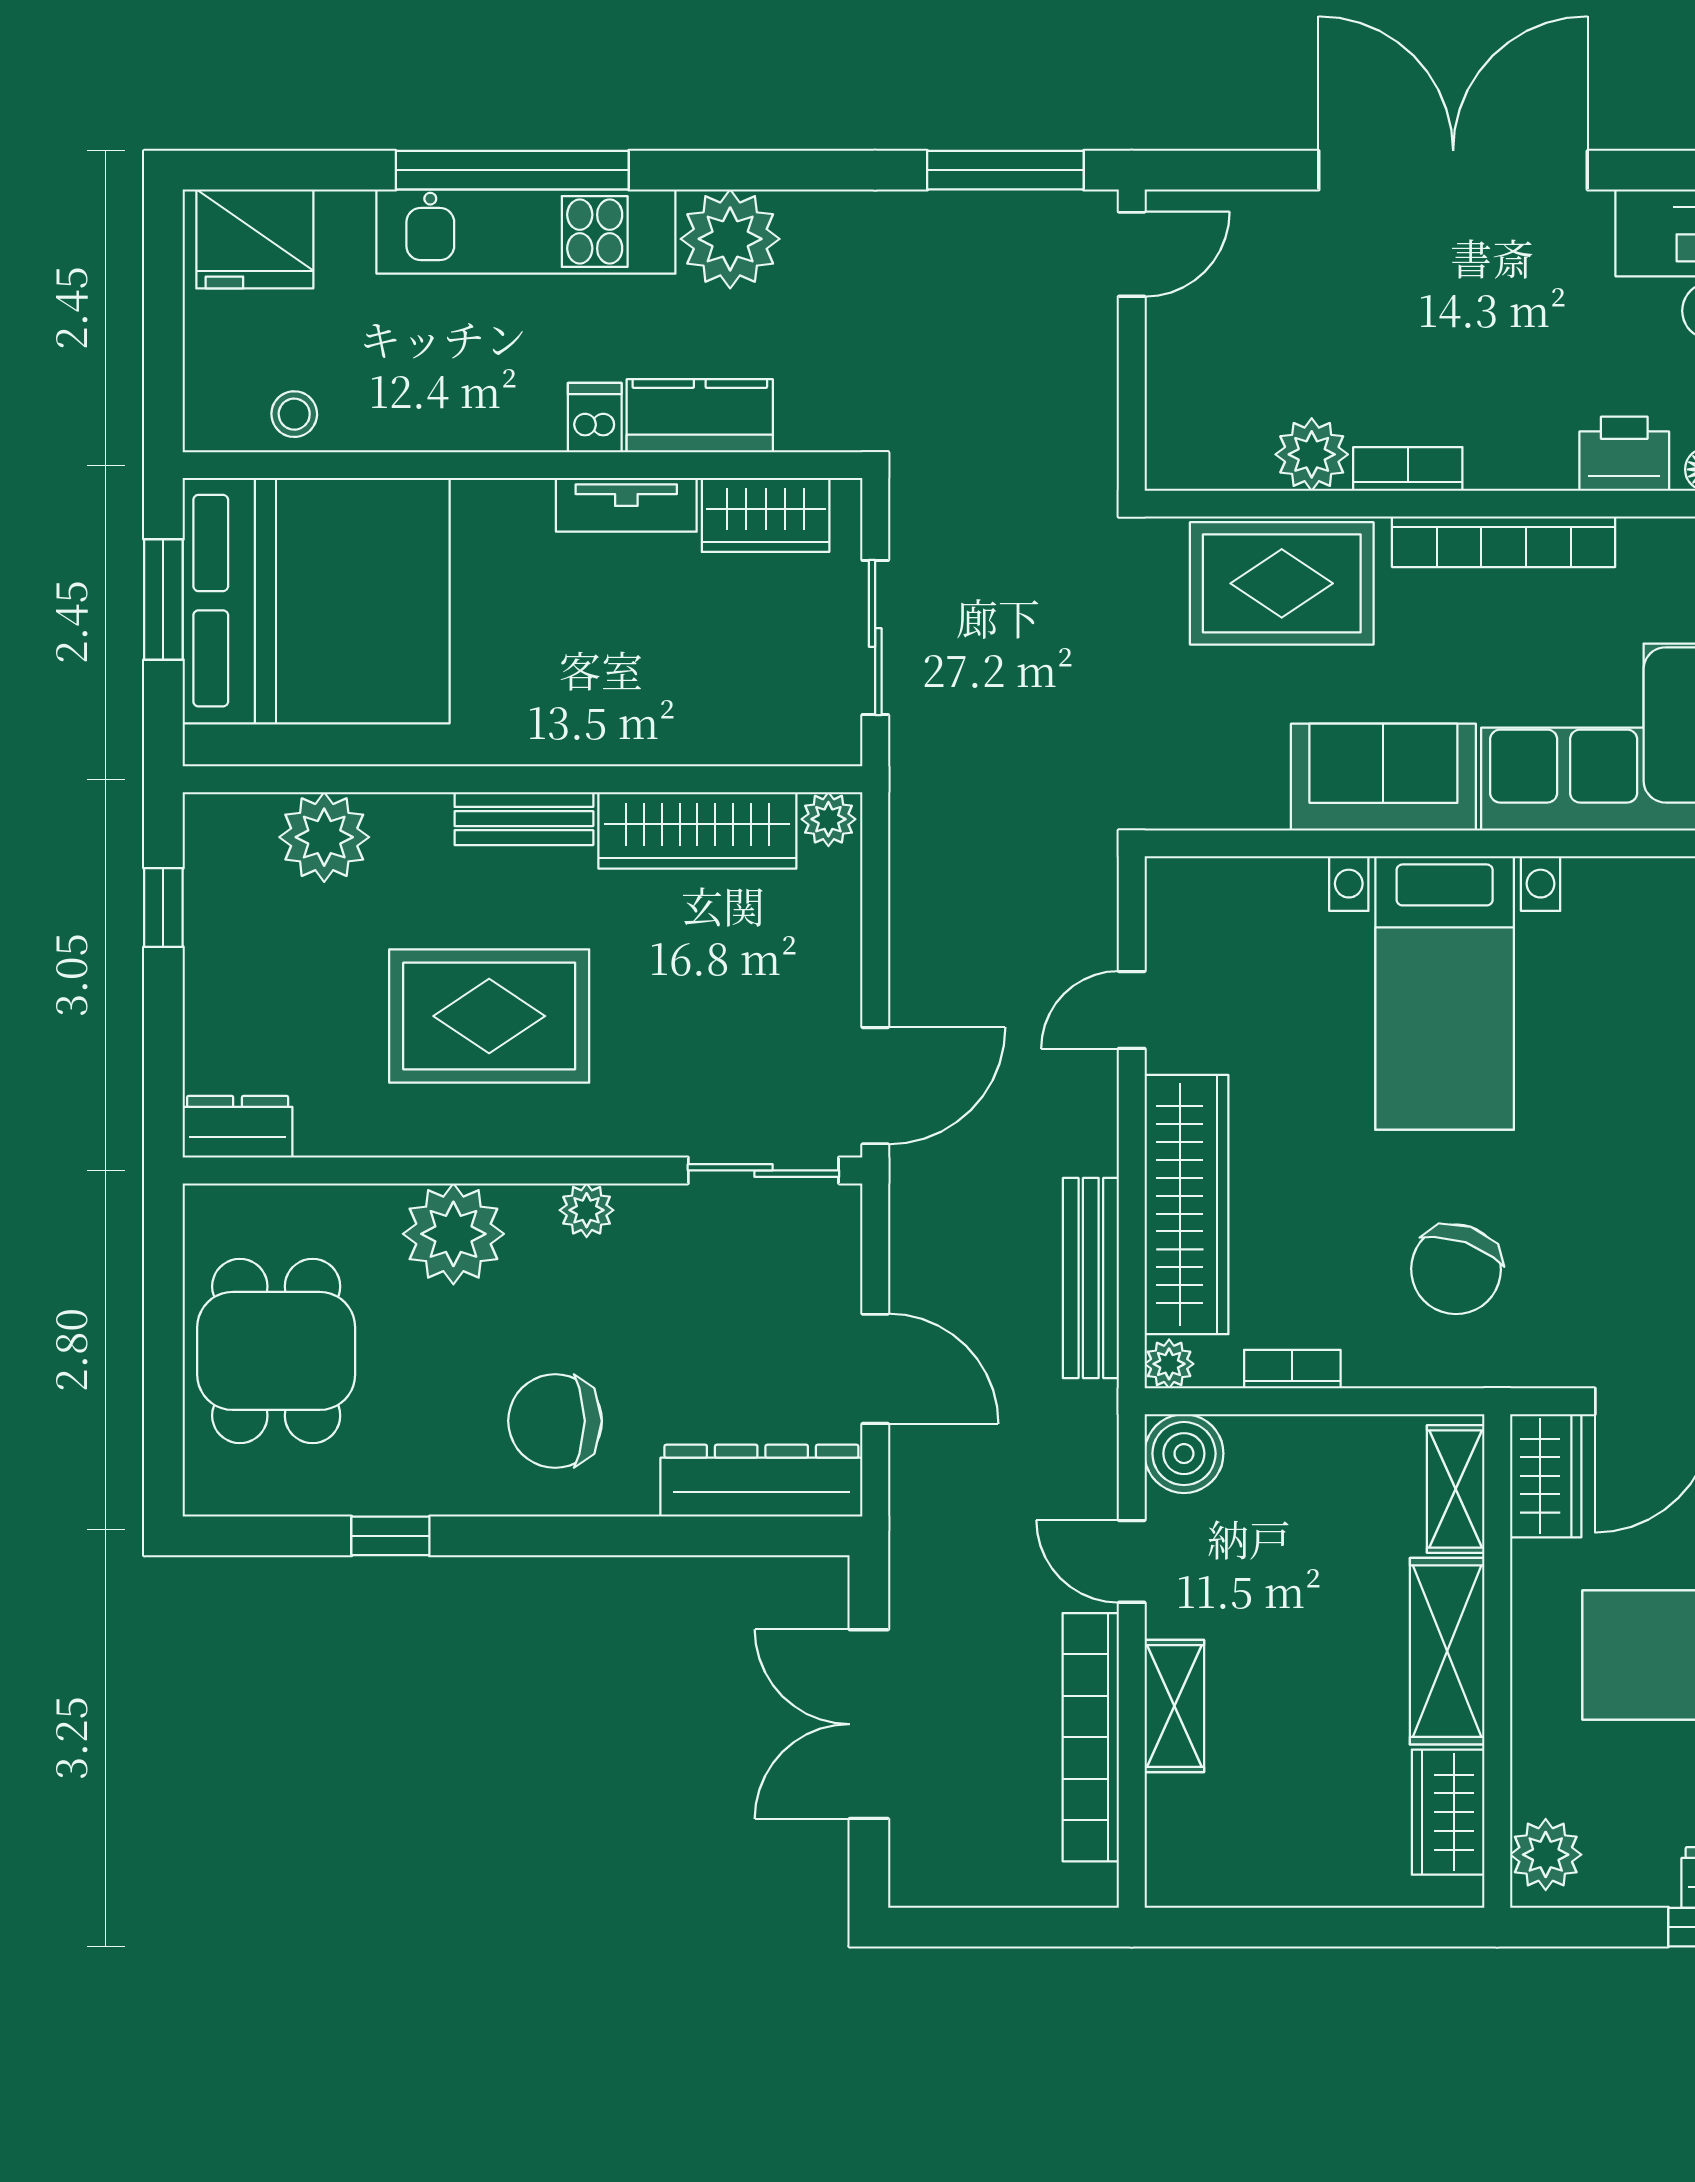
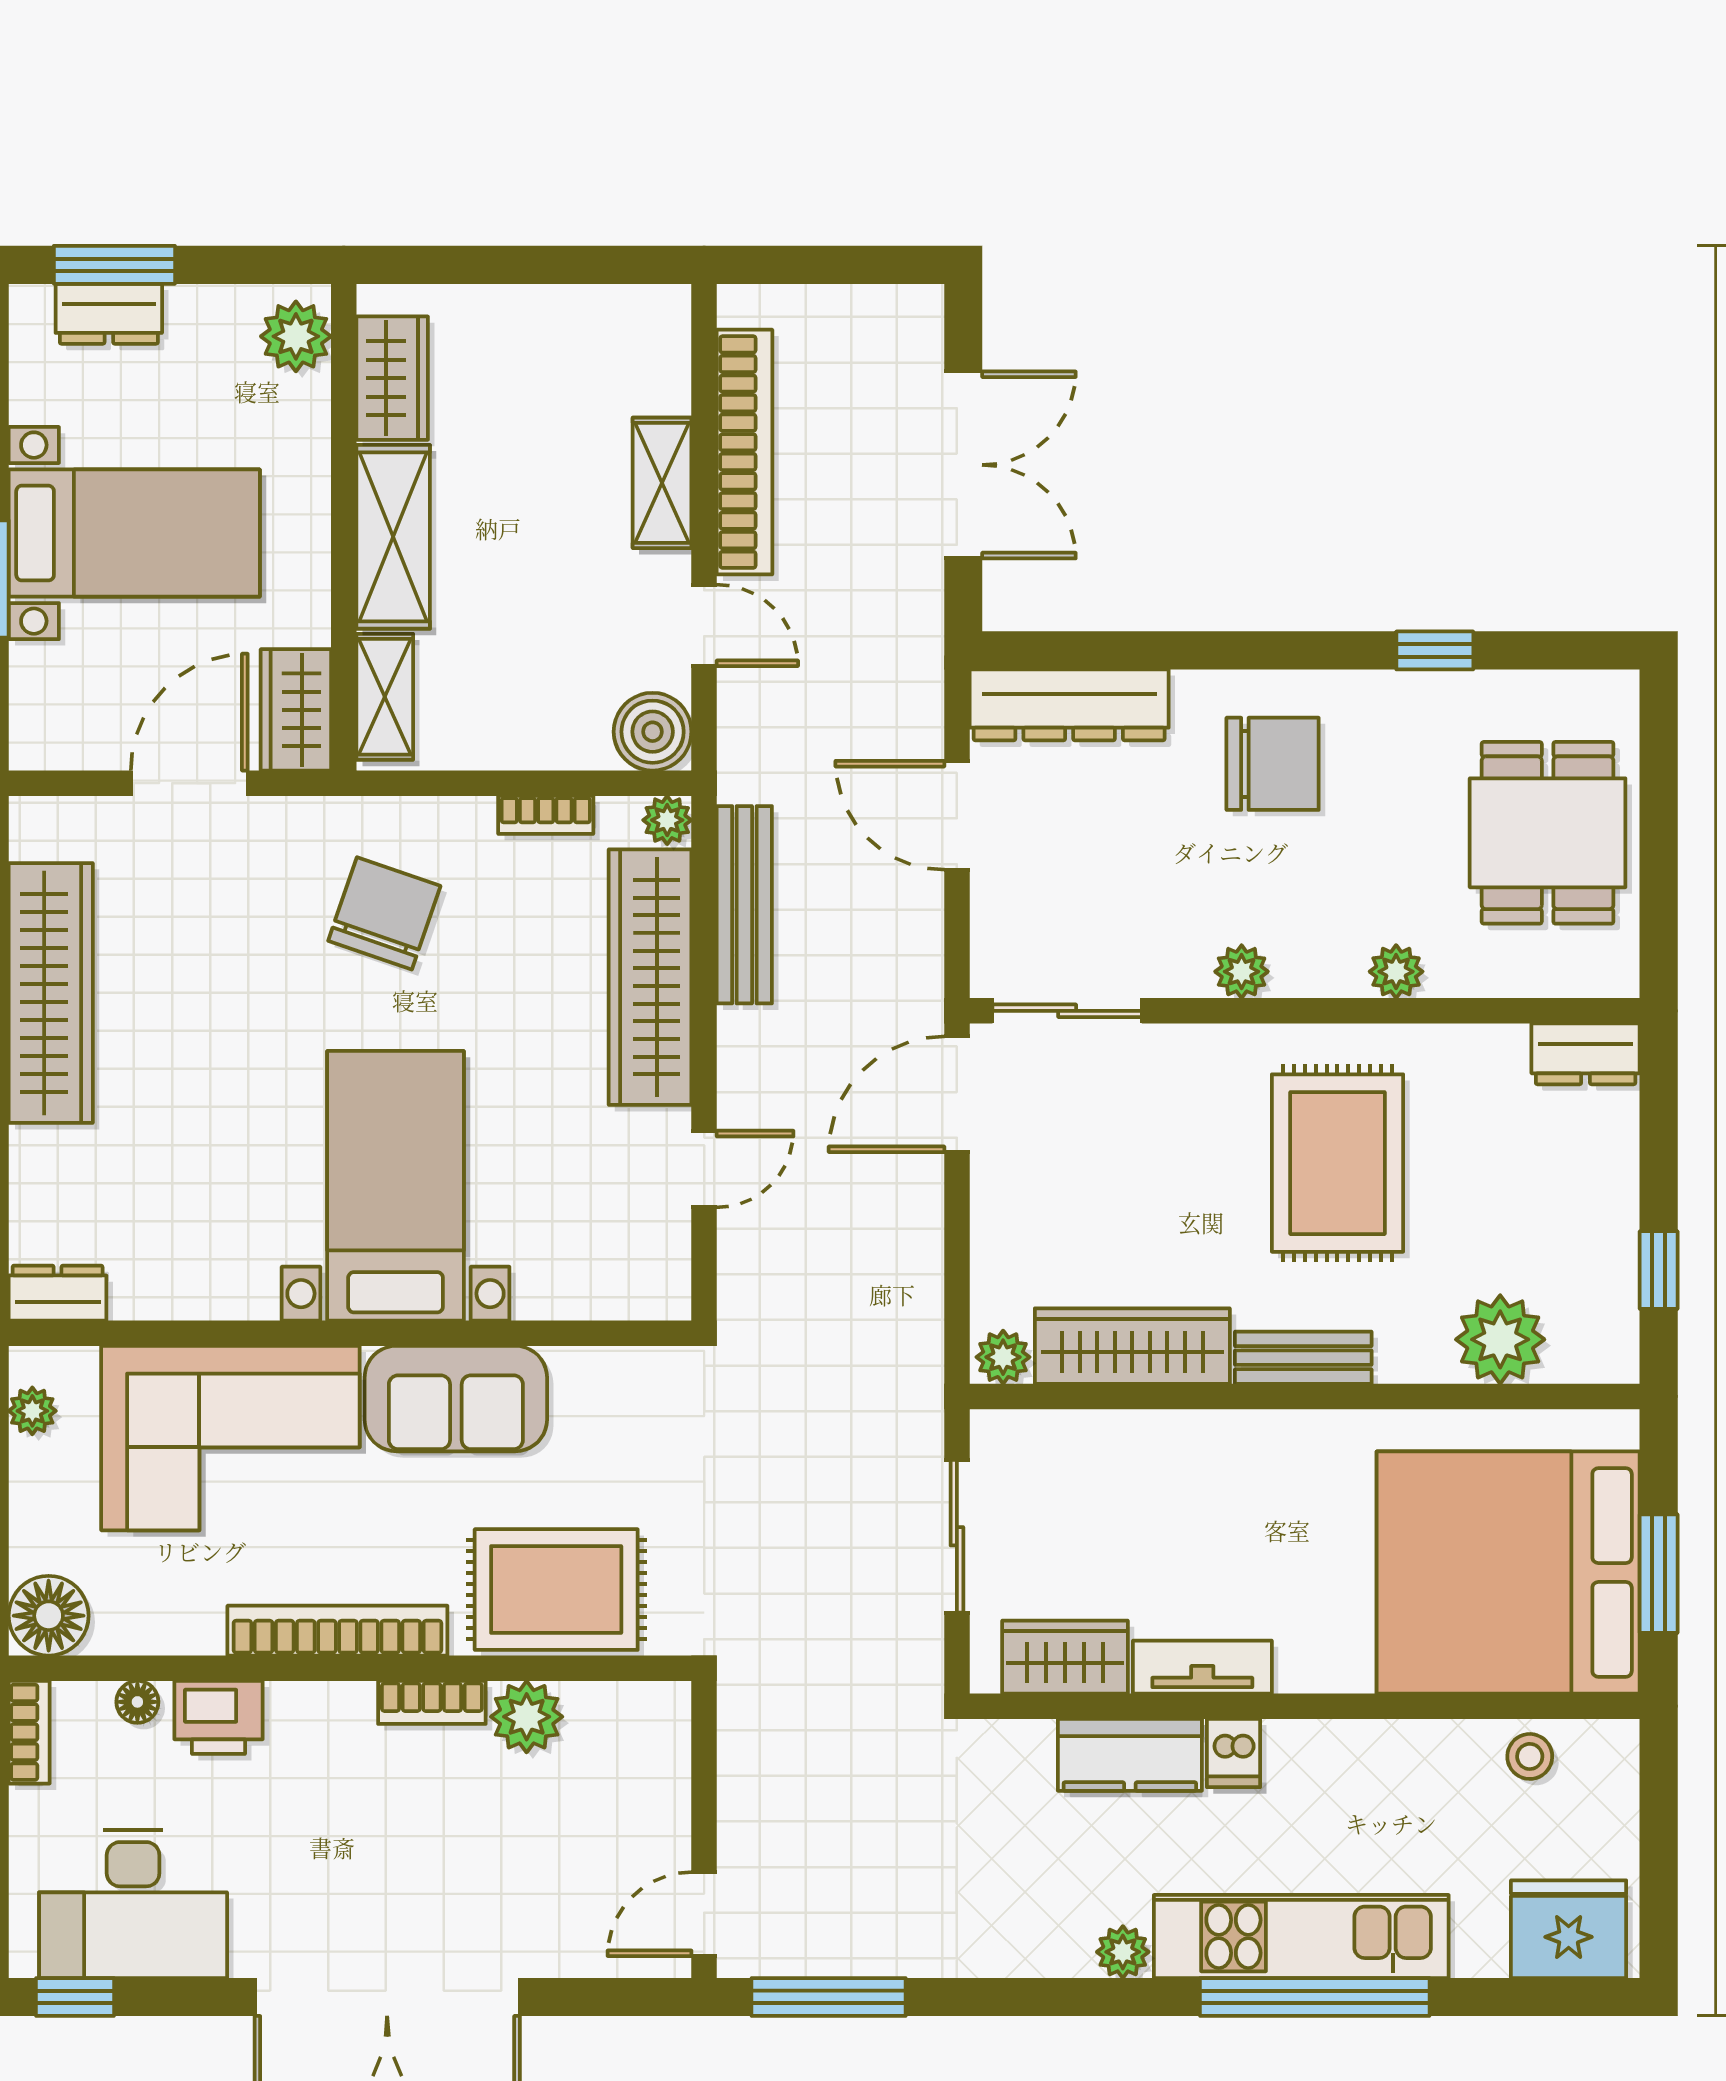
plant: (730, 239) -> (1123, 1952), width x0.53, depth x0.53
rug: (489, 1016) -> (1337, 1163), turned 90
plant: (453, 1234) -> (1396, 972), width x0.53, depth x0.53

